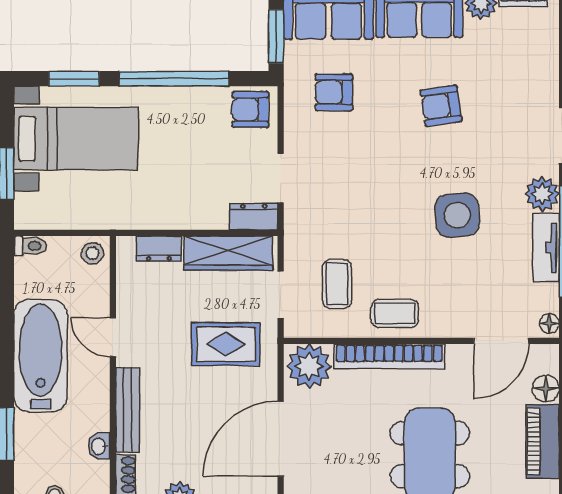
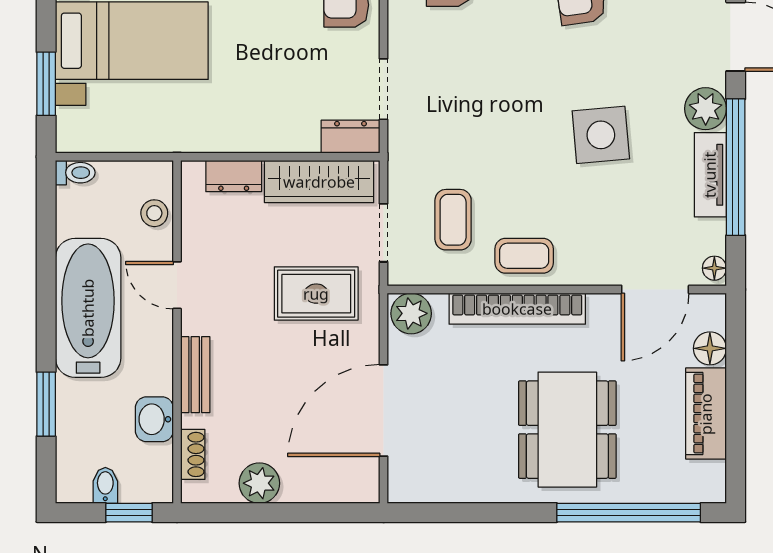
stool: (92, 253) -> (154, 213), moved
plant: (309, 366) -> (411, 313), width x0.73, depth x0.73
bench: (128, 410) -> (195, 375), width x0.73
washbasin: (99, 446) -> (154, 419), width x1.38, depth x1.45

